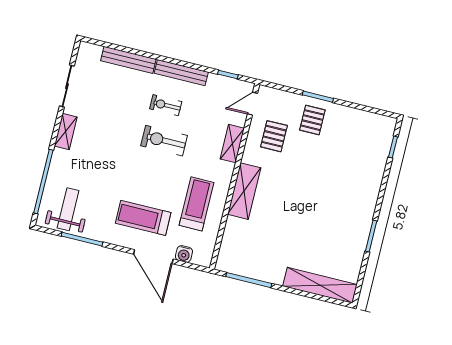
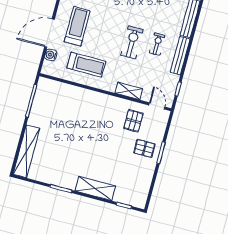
pallet: (274, 136) -> (133, 121), turned 90
shelving: (244, 191) -> (95, 188), moved

